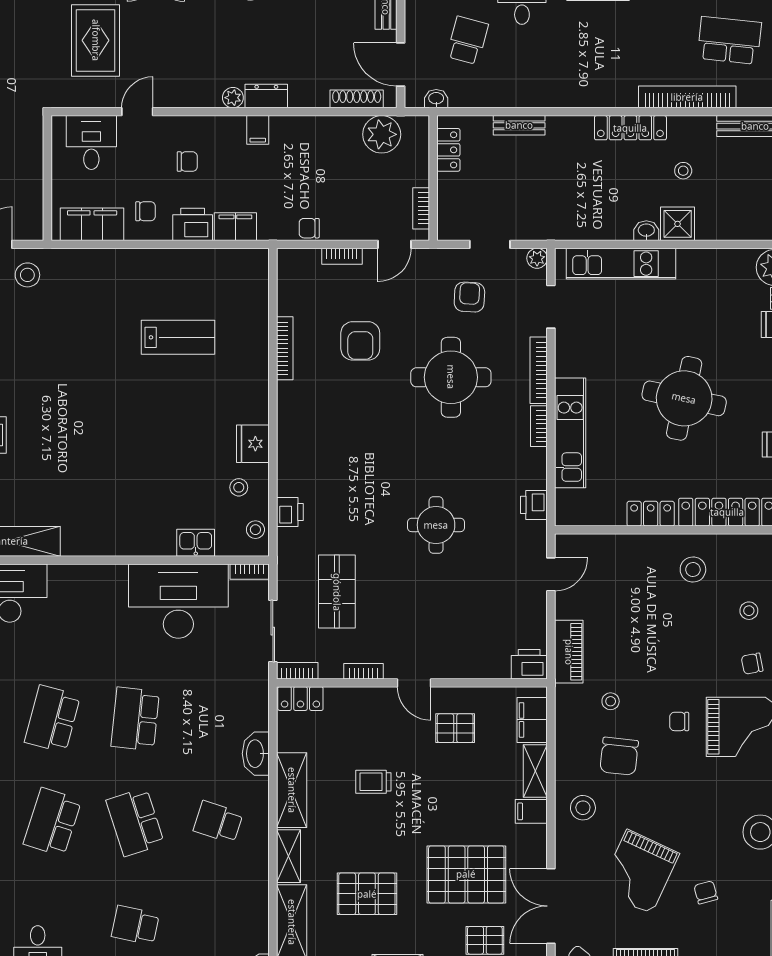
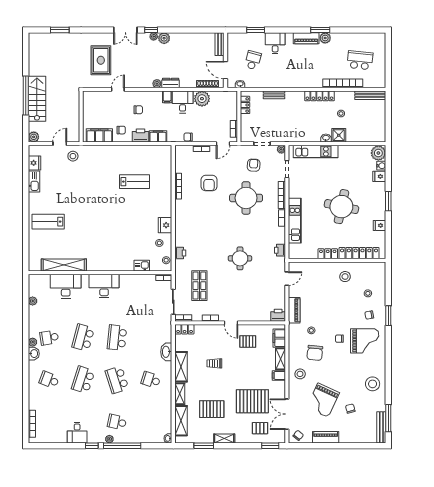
plant: (382, 134) -> (202, 99), moved
desk: (91, 143) -> (183, 102), moved
desk: (178, 601) -> (104, 286), moved, width x0.73, depth x0.77

